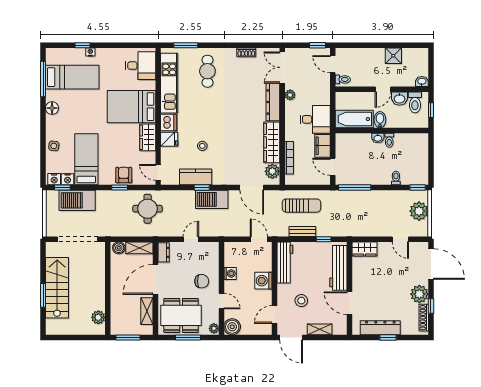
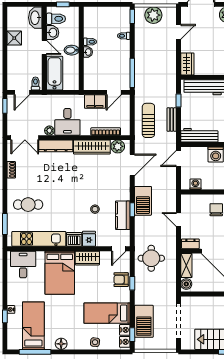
washbasin: (422, 82) -> (35, 18), width x1.91, depth x1.45
desk: (315, 119) -> (67, 122), moved, turned 180
bathtub: (354, 119) -> (55, 73), moved, turned 180
washing machine: (230, 273) -> (195, 184), moved

